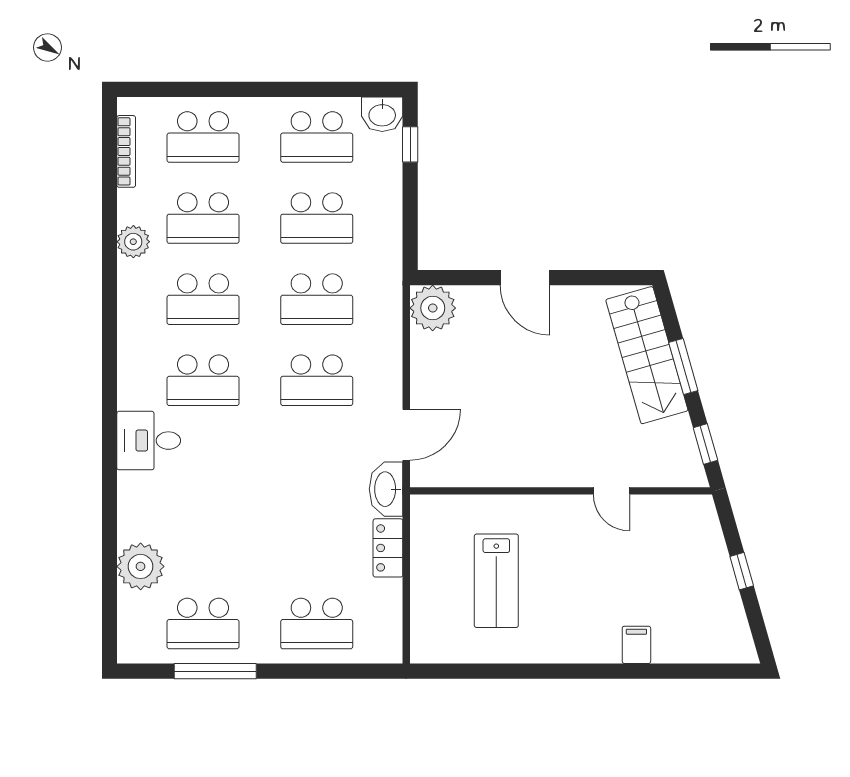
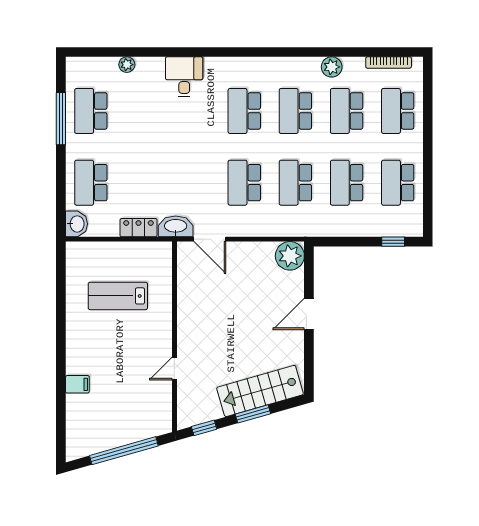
washbasin: (382, 114) -> (76, 224), moved, turned 180
desk: (149, 441) -> (184, 77), moved
plant: (141, 566) -> (127, 65), width x0.53, depth x0.53
window: (742, 571) -> (124, 451), width x3.17

